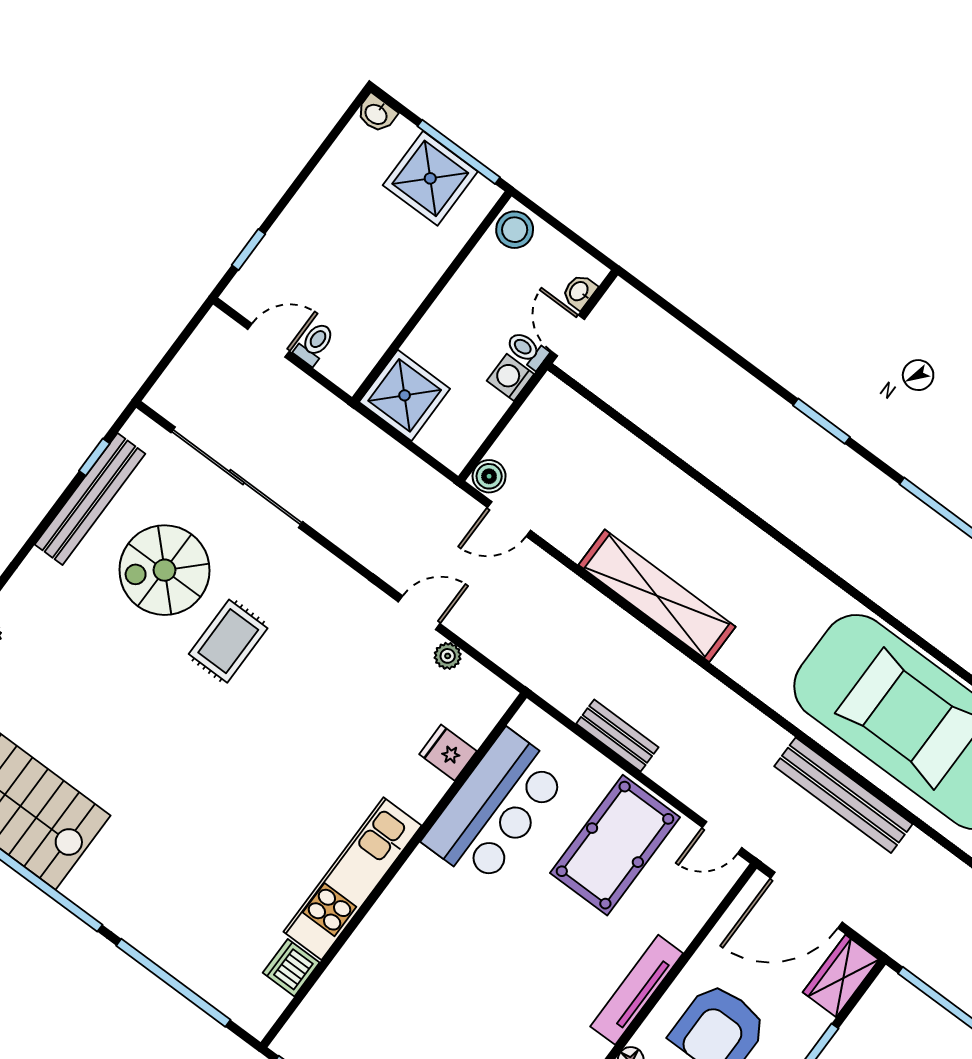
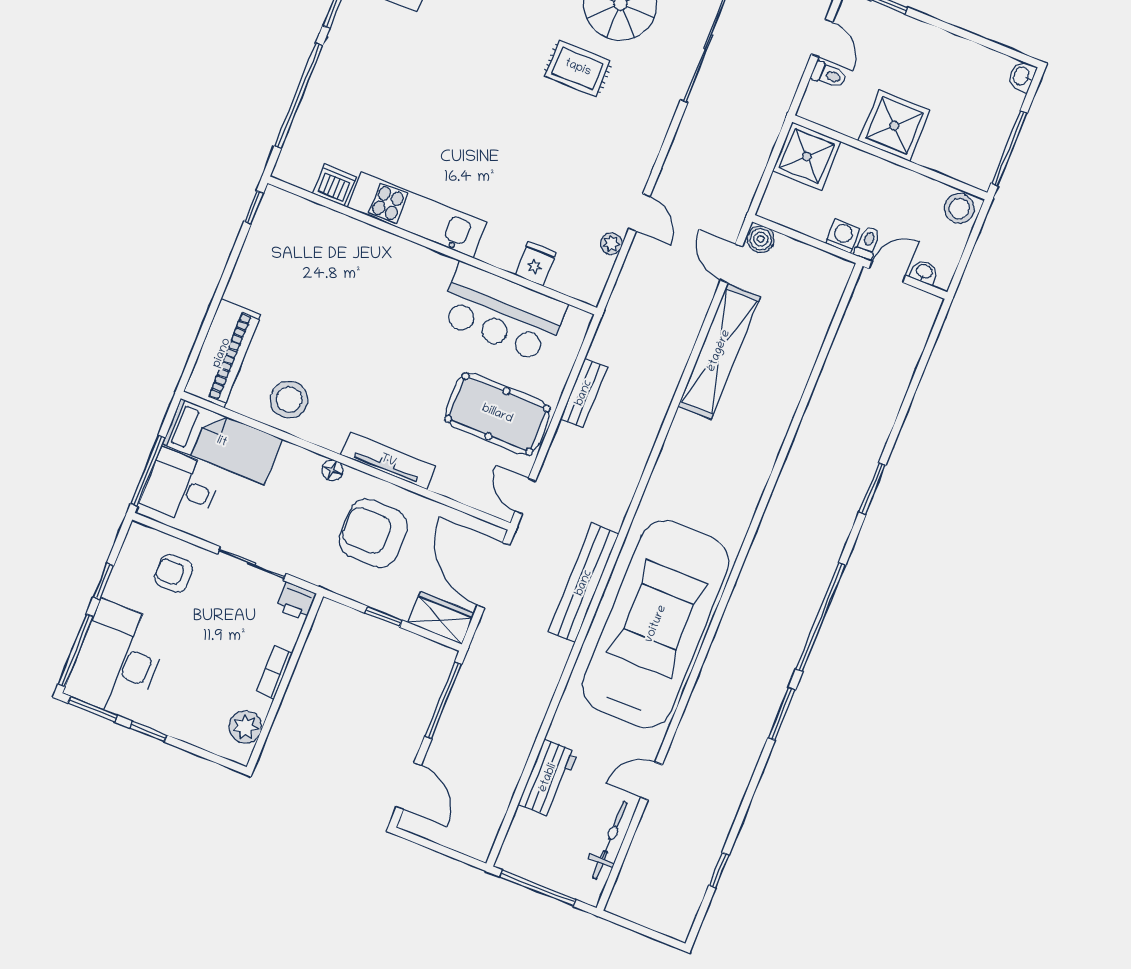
shower: (430, 178) -> (894, 126), moved
shelving: (657, 596) -> (719, 351), moved

